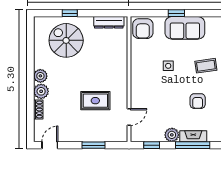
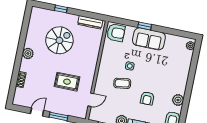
armchair: (143, 29) -> (116, 33), turned -90
spiral stairs: (66, 40) -> (59, 40), moved, turned 90
coffee table: (206, 66) -> (122, 83), moved
plant: (41, 91) -> (26, 66), removed
door: (50, 145) -> (37, 112), moved

